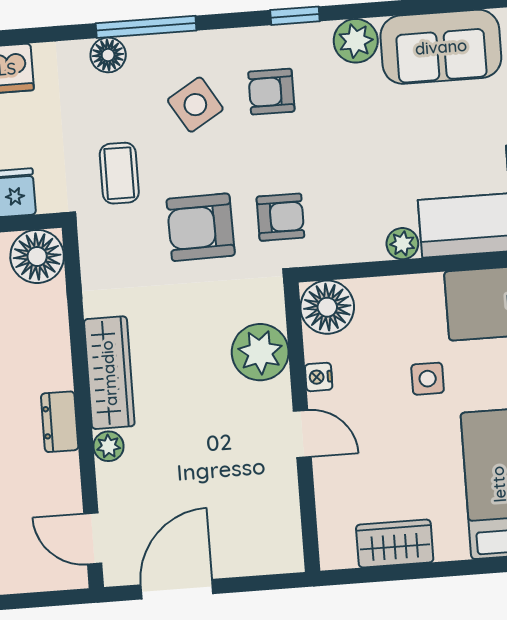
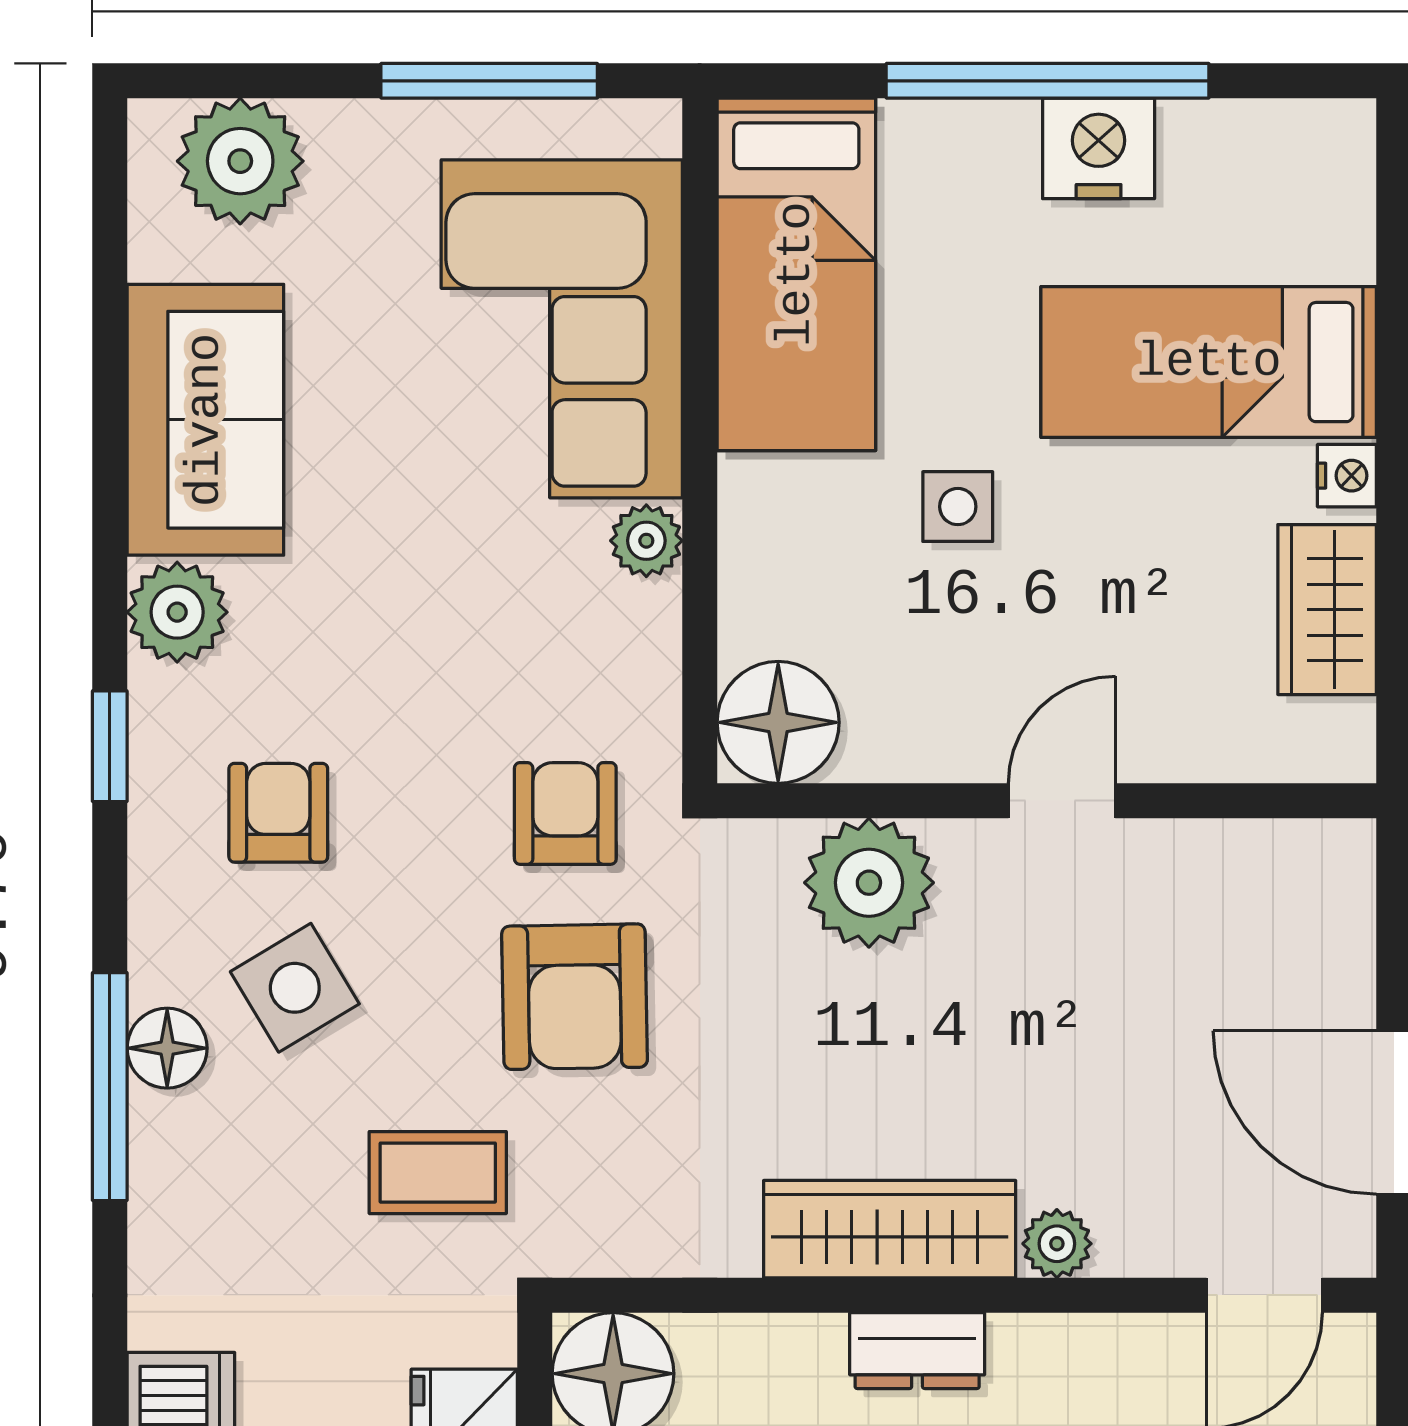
floor lamp: (108, 55) -> (167, 1048), moved
armchair: (271, 92) -> (278, 813), turned 180
nightstand: (319, 377) -> (1347, 476), moved, turned -90
dresser: (60, 422) -> (917, 1351), moved

